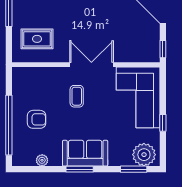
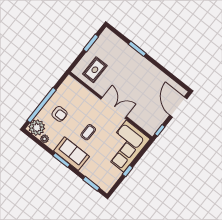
rug: (37, 39) -> (95, 70), turned 90
coffee table: (77, 96) -> (88, 132), moved
plant: (144, 155) -> (37, 128), moved

